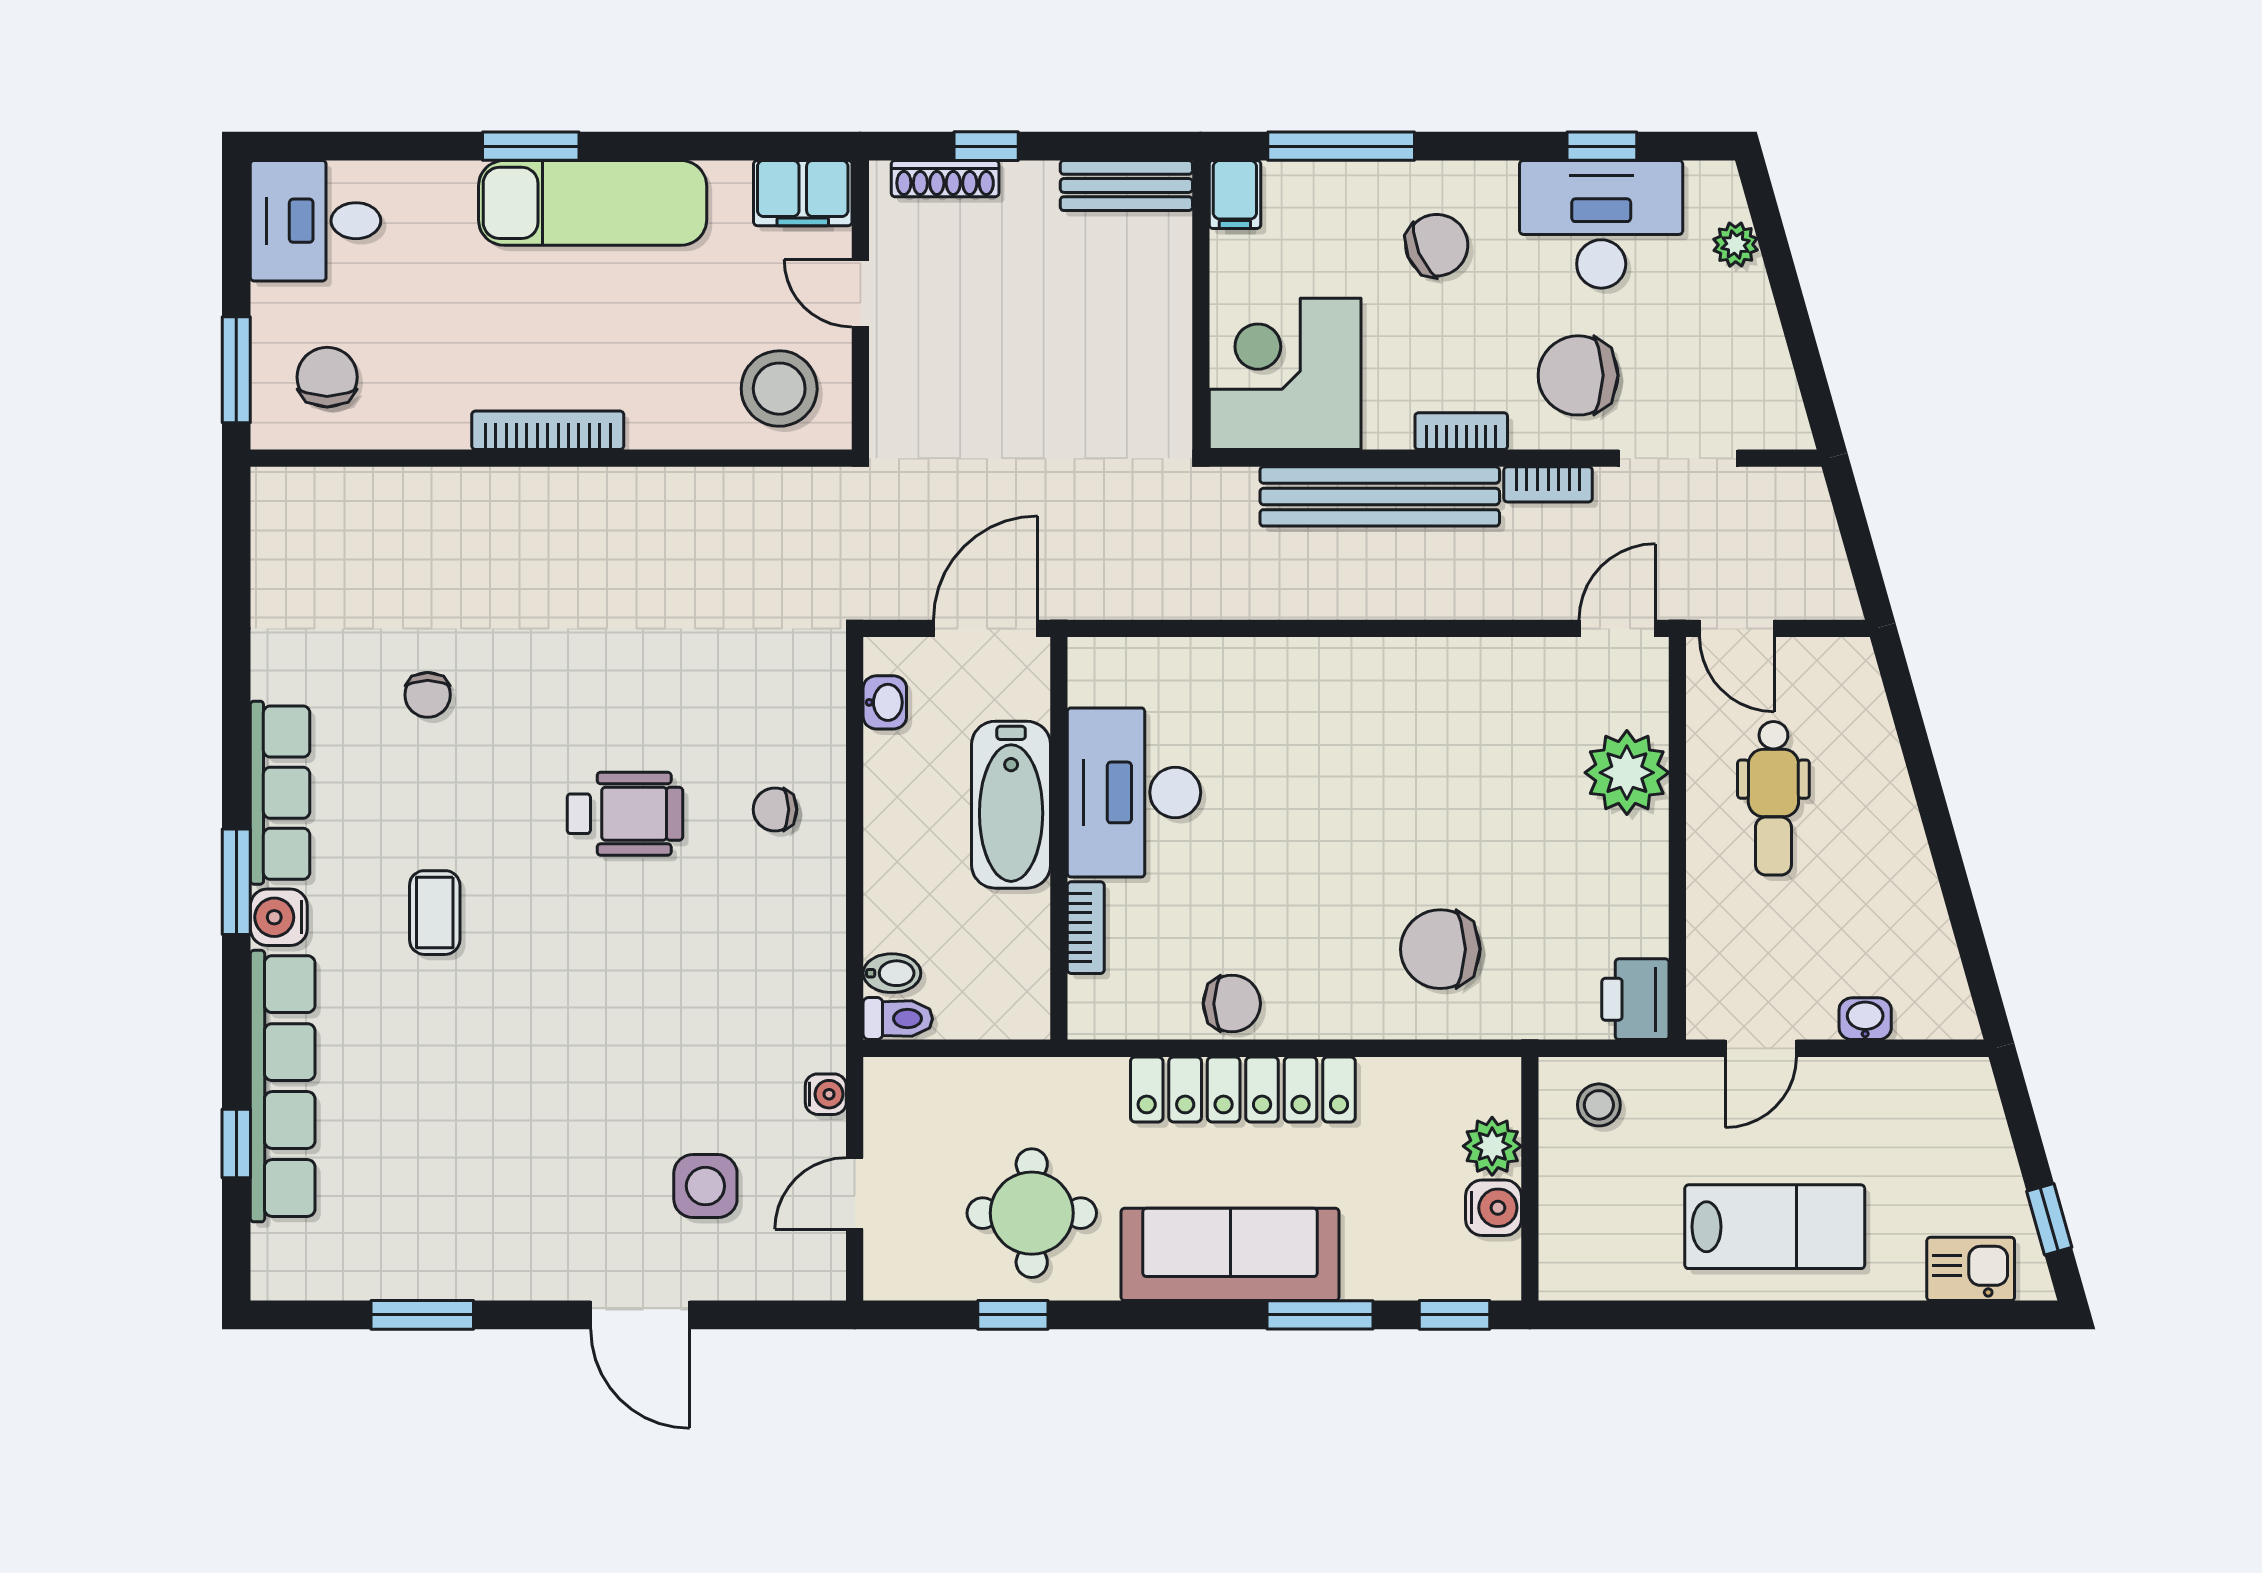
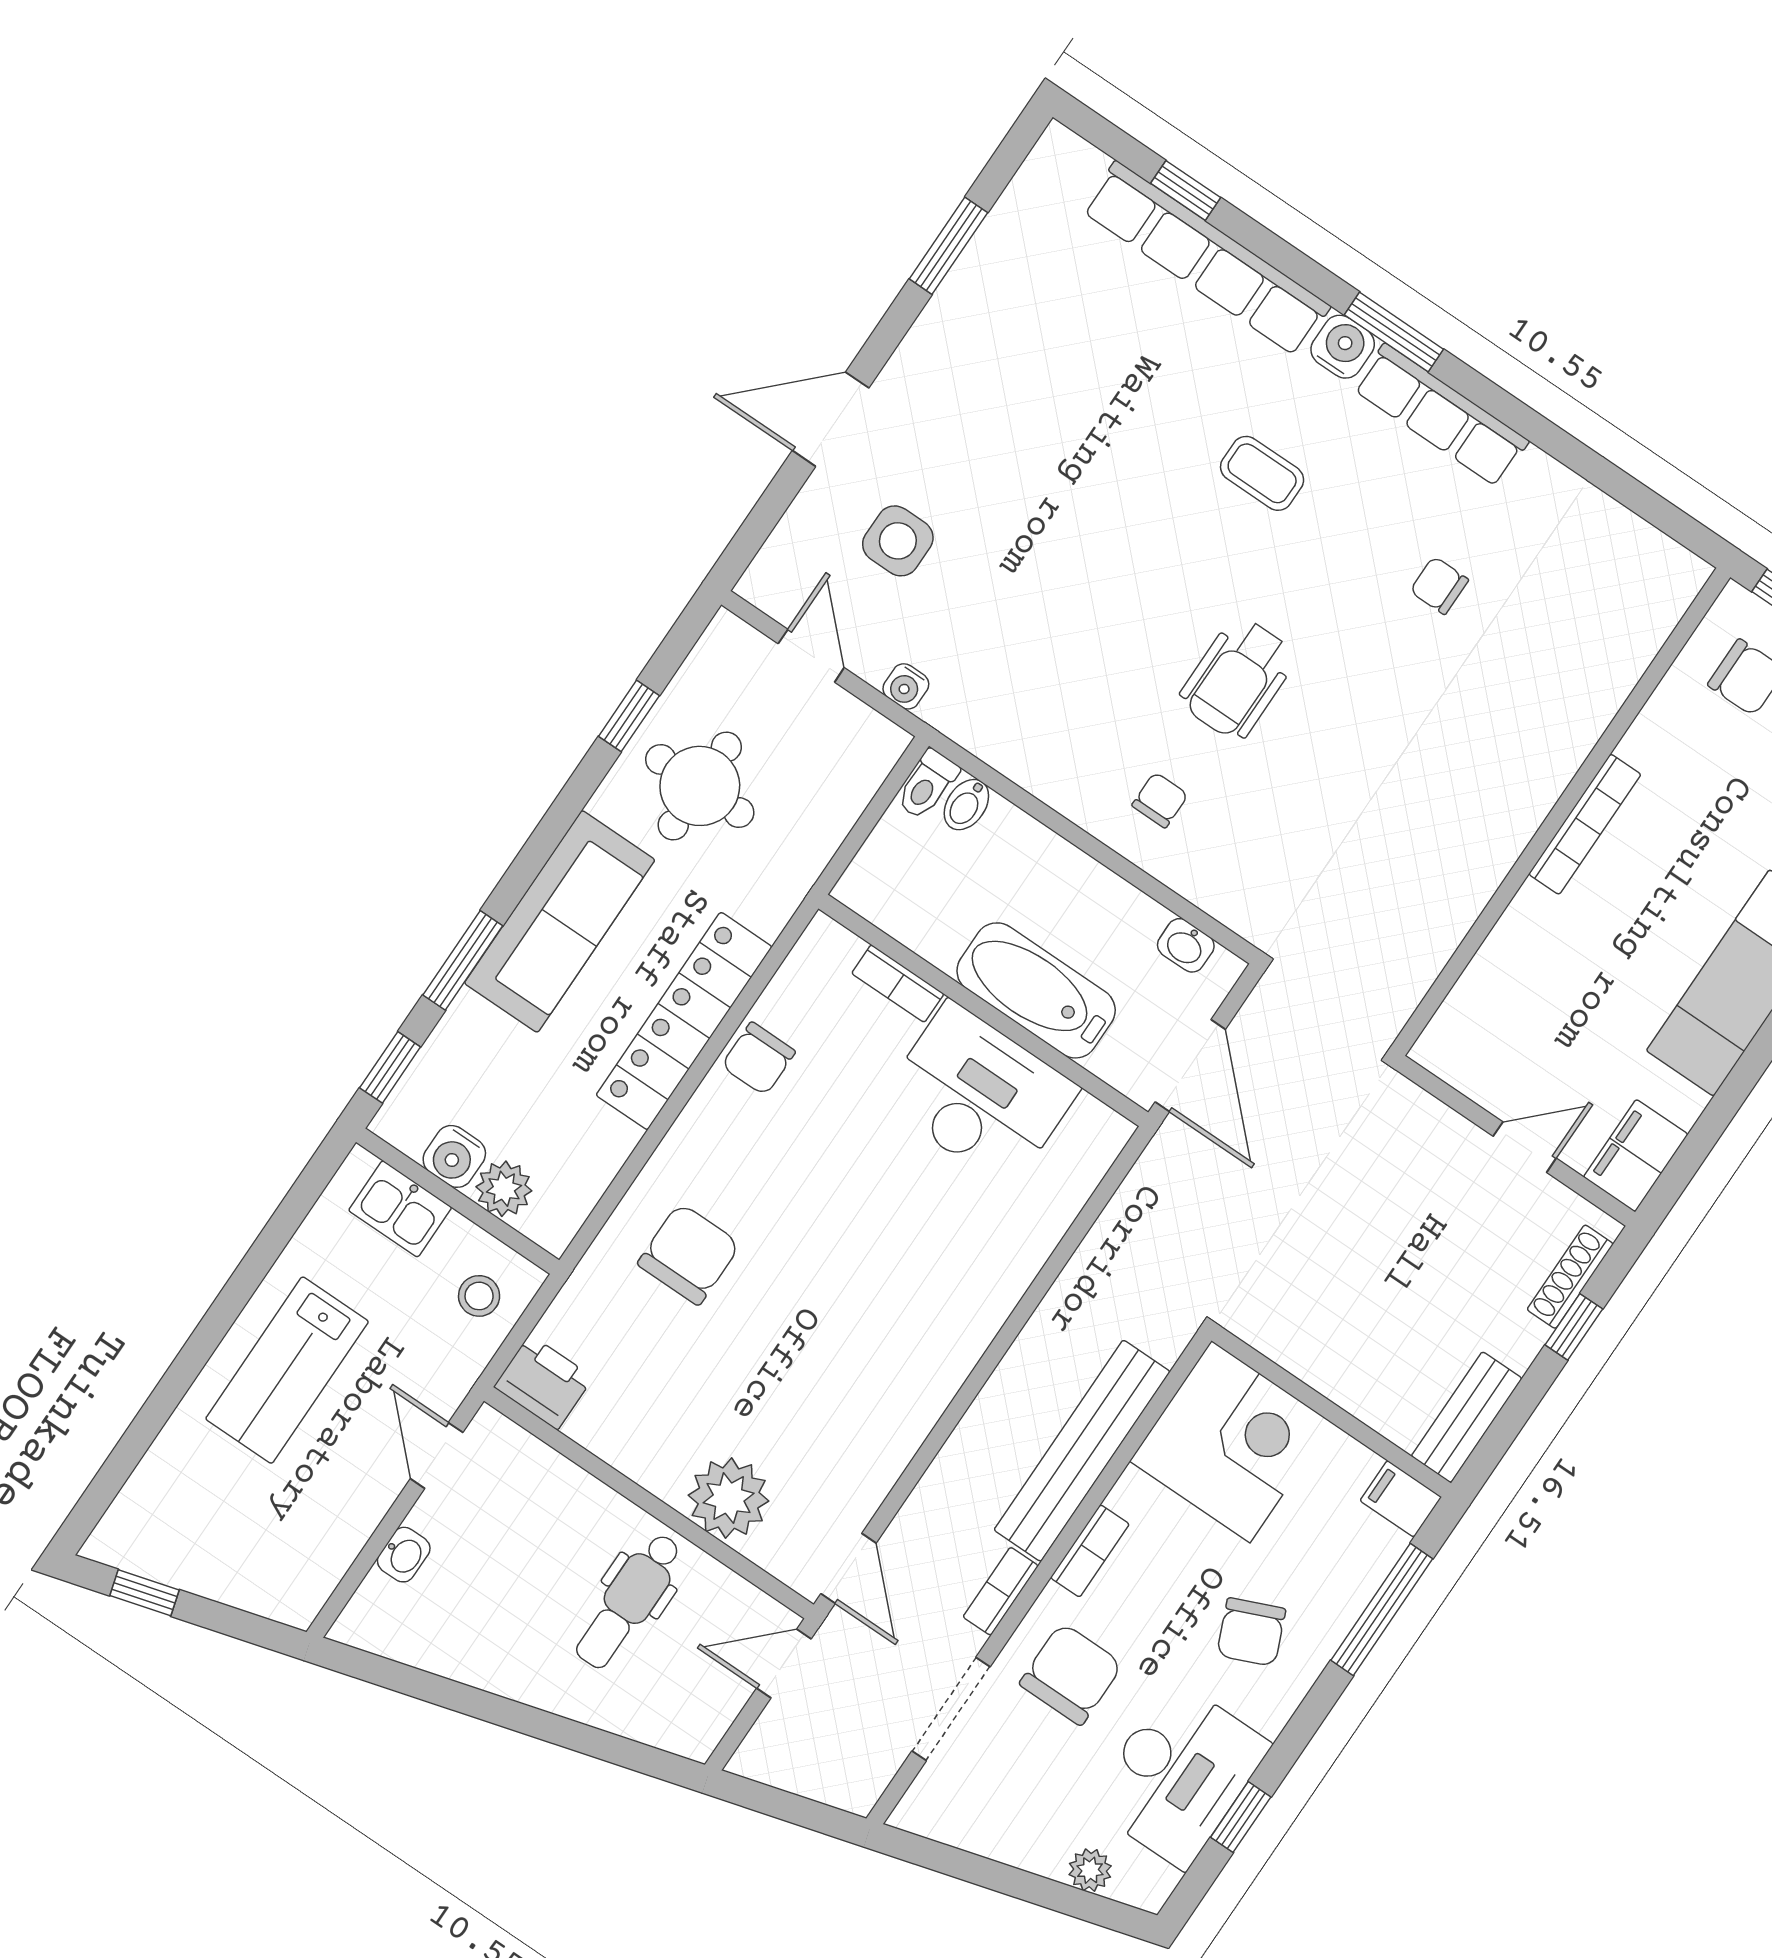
stool: (779, 389) -> (1493, 1031), removed
dental chair: (1773, 798) -> (629, 1601), turned -90
kitchen sink: (1971, 1269) -> (400, 1209), moved, turned 90

